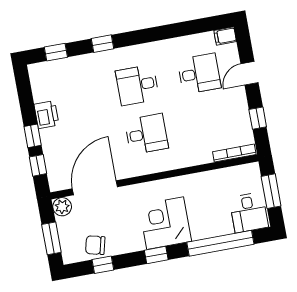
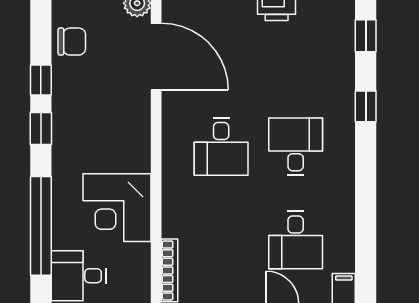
corner desk: (165, 223) -> (117, 208), moved, turned 180
chair: (95, 245) -> (72, 42), turned 76
window: (103, 265) -> (41, 80), moved

